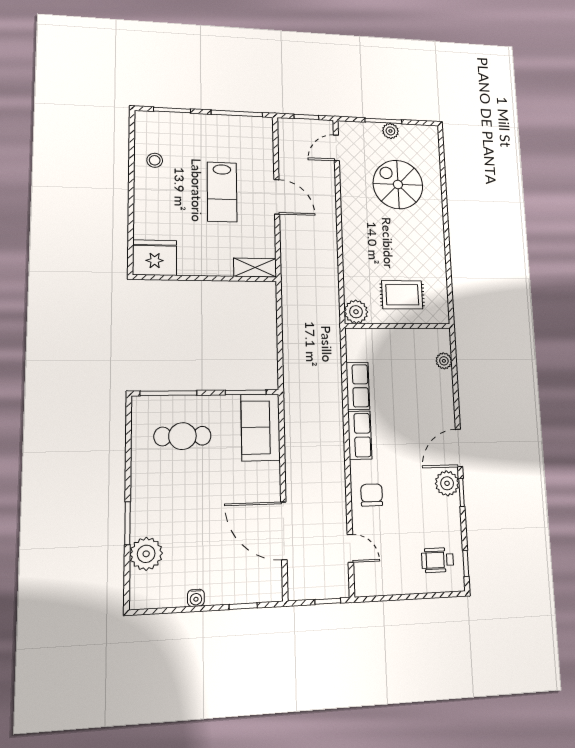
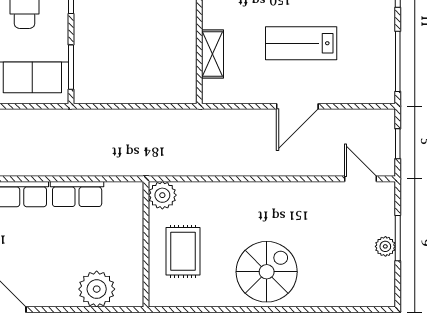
spiral stairs: (398, 185) -> (267, 272), moved
shelving: (255, 268) -> (213, 54), moved
plant: (444, 361) -> (97, 289), width x1.87, depth x1.87

